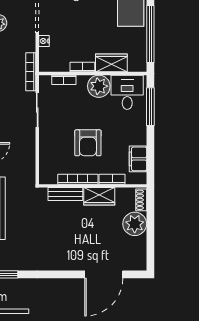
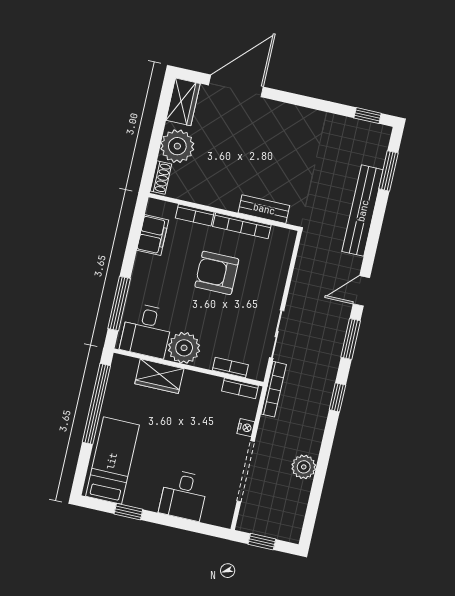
bookcase: (82, 67) -> (240, 388), moved
armchair: (88, 143) -> (217, 273), turned -90
wardrobe: (99, 196) -> (183, 102), moved, turned 90

